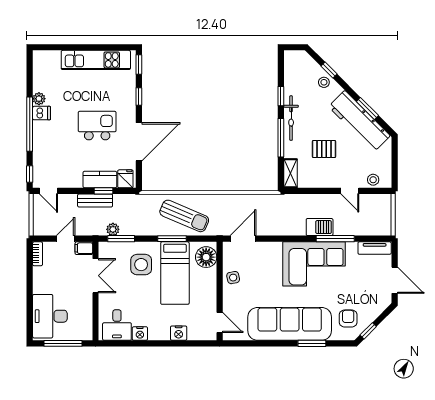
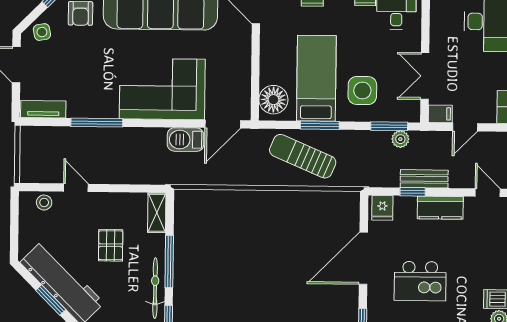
pallet: (324, 149) -> (111, 245), turned 90
kitchen counter: (100, 180) -> (440, 208), moved
barbecue: (320, 227) -> (185, 140), moved
corner sofa: (314, 264) -> (162, 89), moved
side table: (233, 278) -> (42, 32), moved

